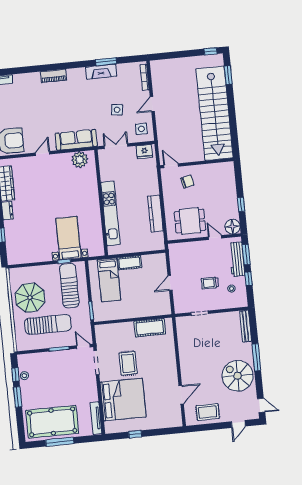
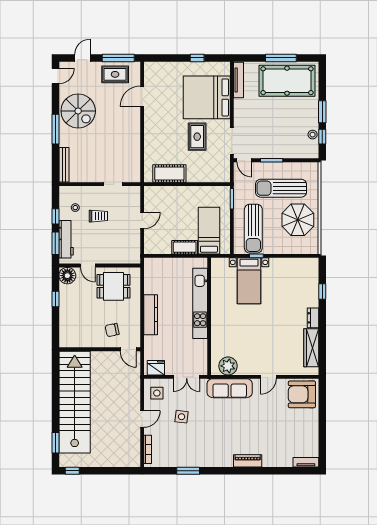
fireplace: (101, 72) -> (195, 460), removed
kitchen counter: (155, 214) -> (151, 315), moved
door: (261, 405) -> (55, 76), swing flipped
window: (206, 427) -> (118, 58), added

